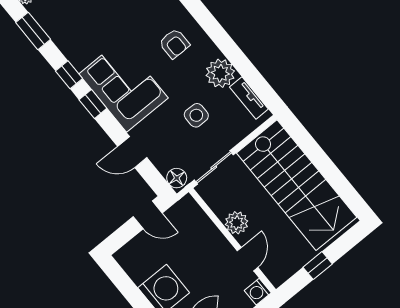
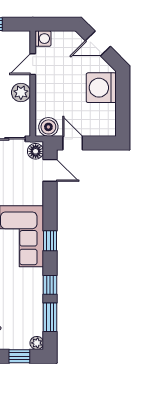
window: (69, 75) -> (50, 285), moved
door: (132, 152) -> (50, 170), moved
boiler: (183, 211) -> (48, 127), added

